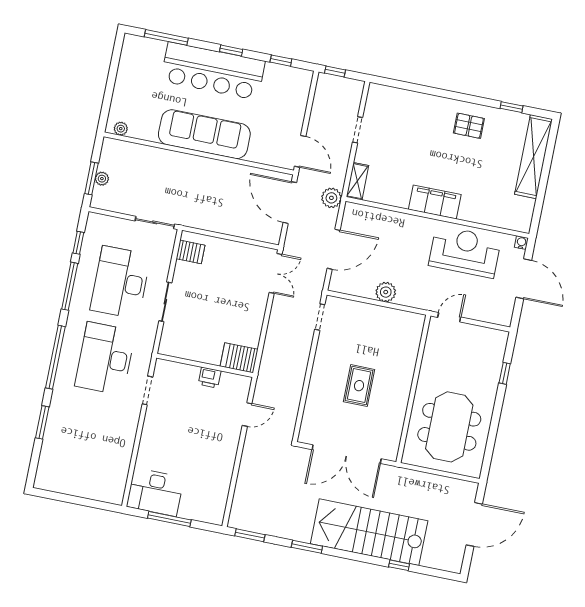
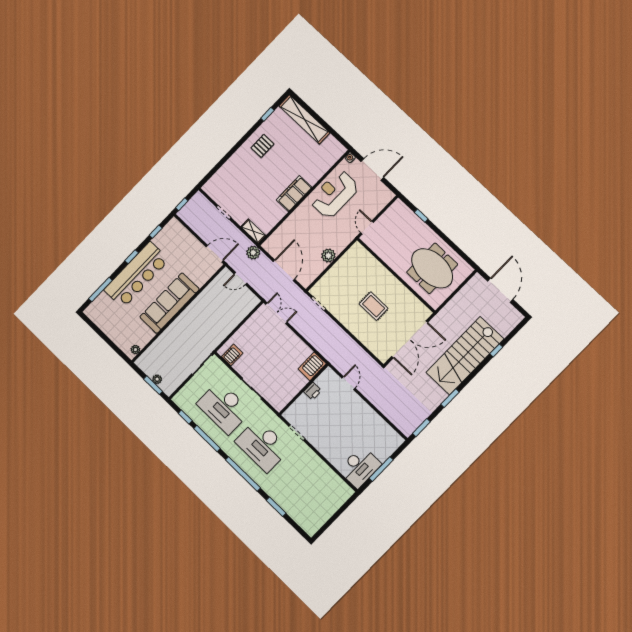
door: (290, 203) -> (240, 279), width x0.53

